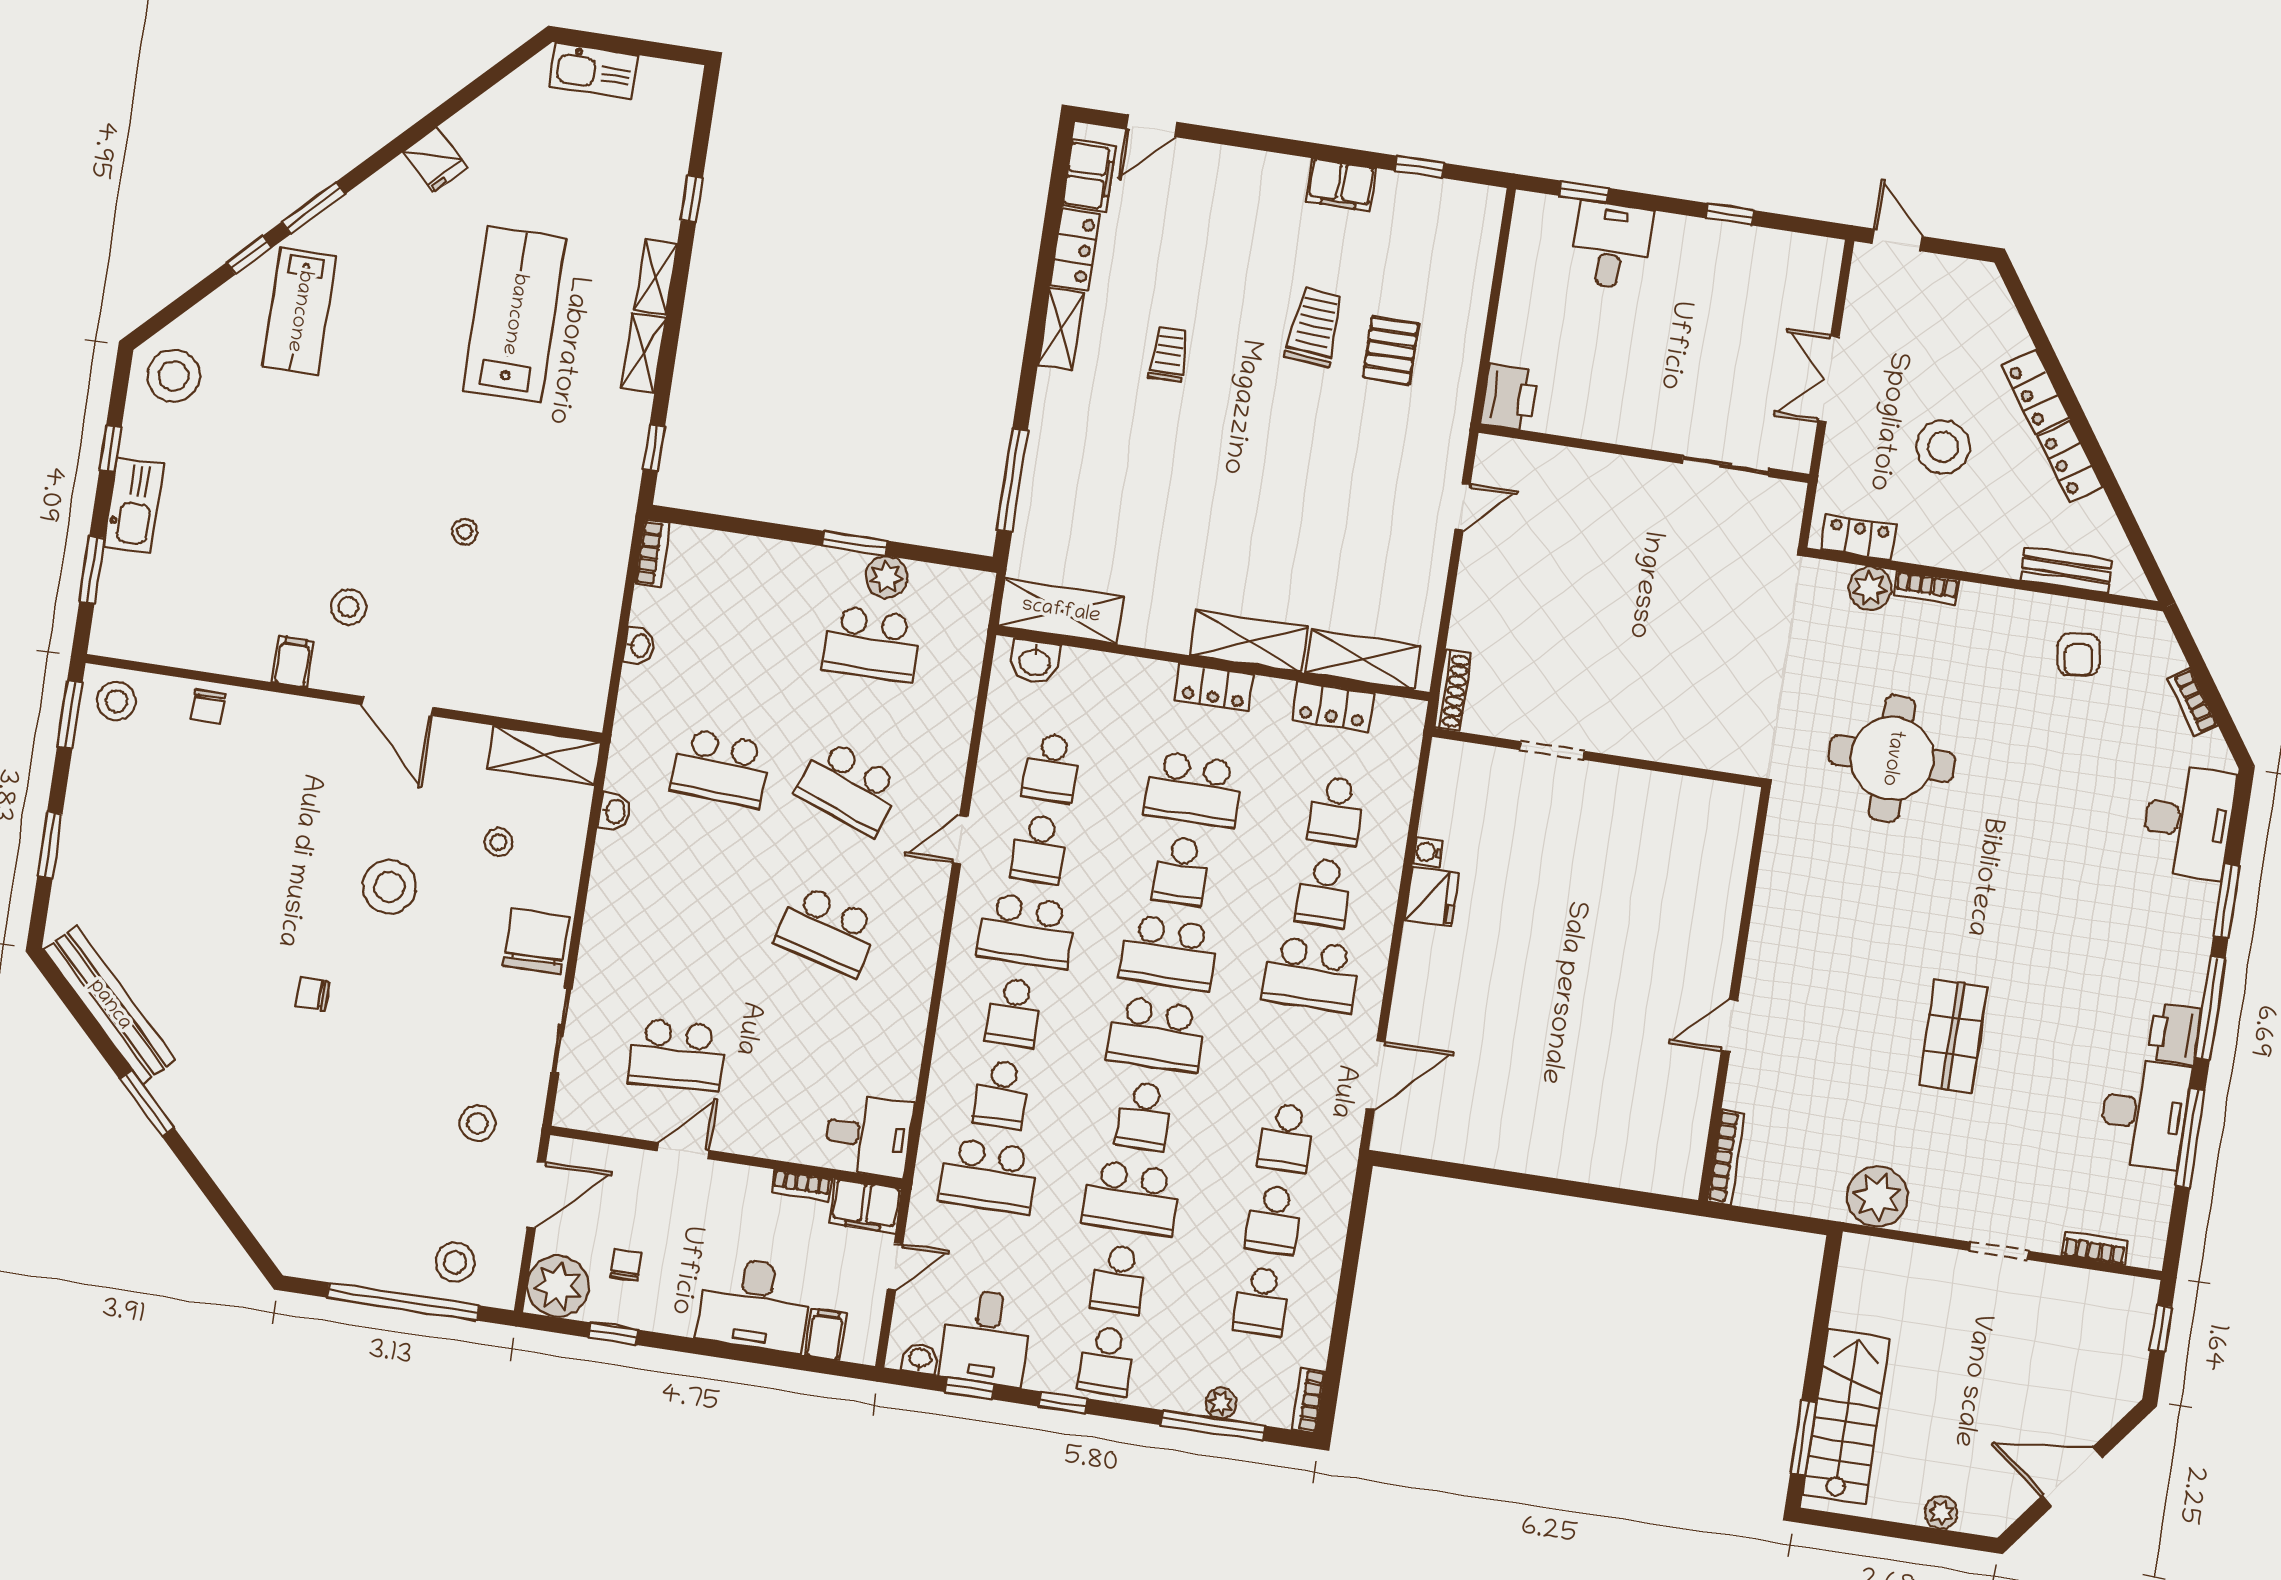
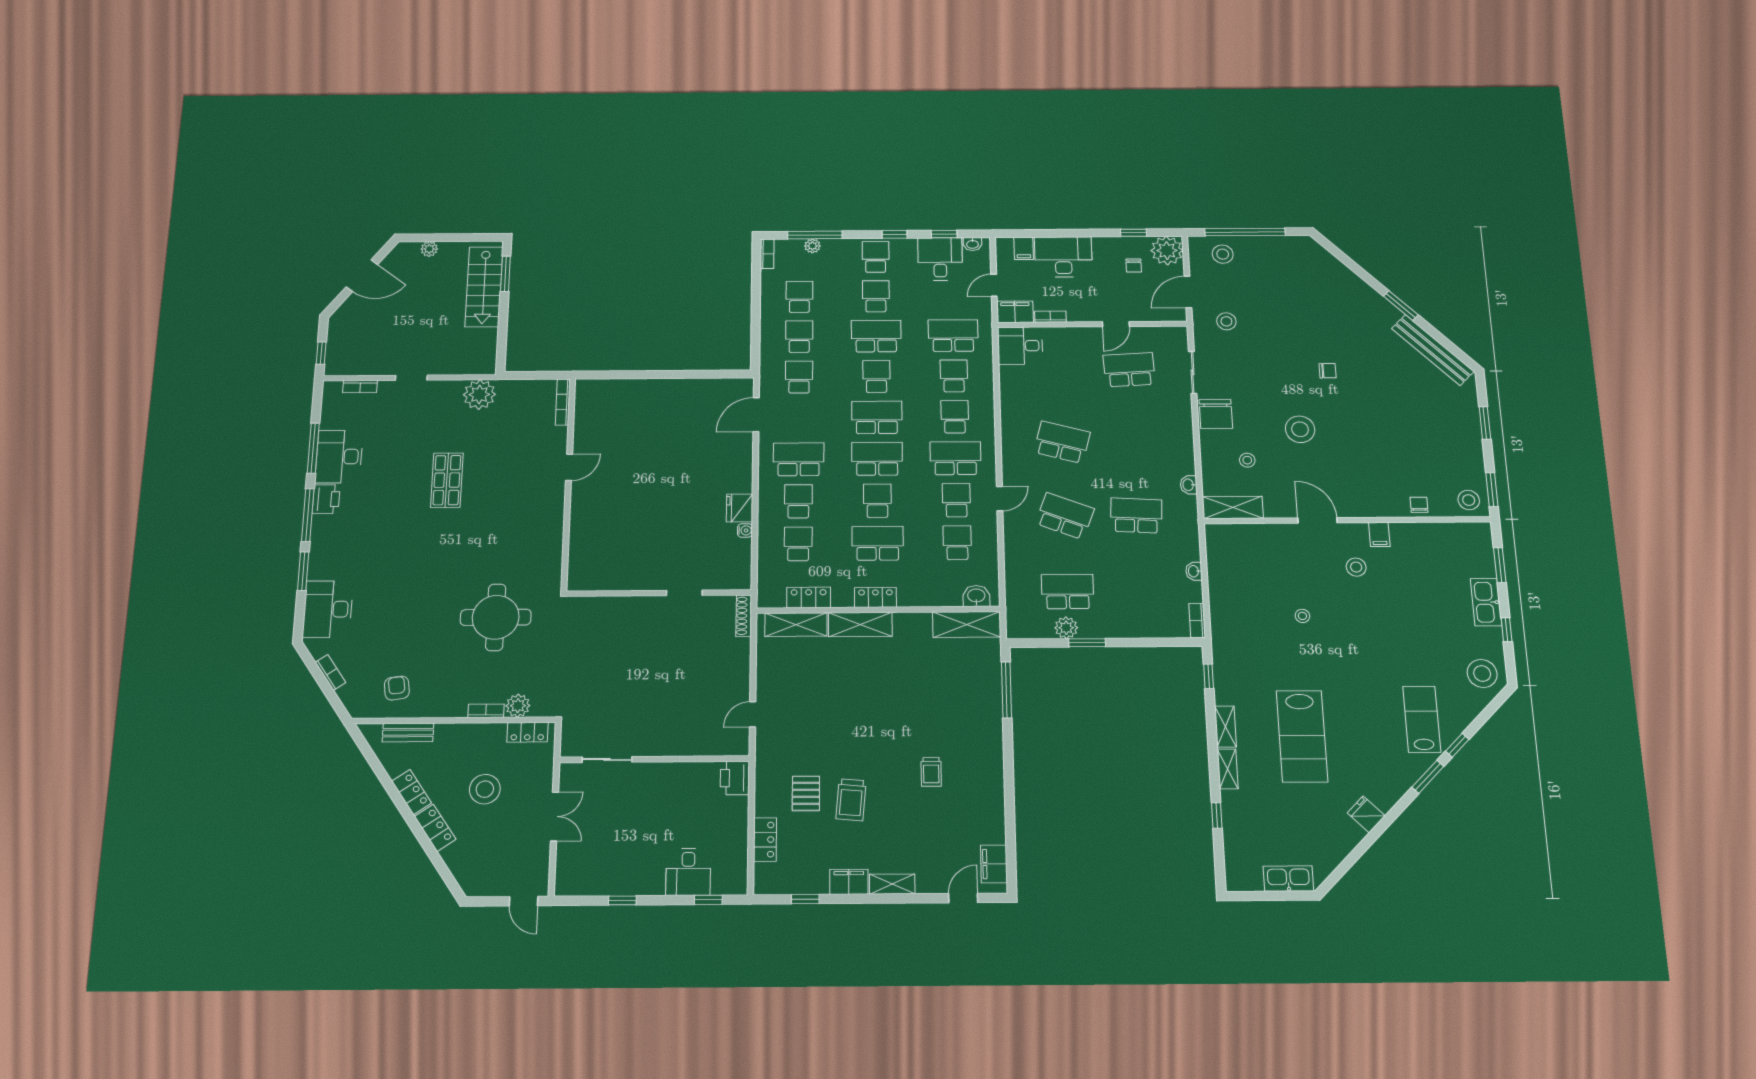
locker: (1075, 250) -> (765, 840), moved, turned 180
shelving: (1061, 329) -> (892, 884), moved, turned 90

